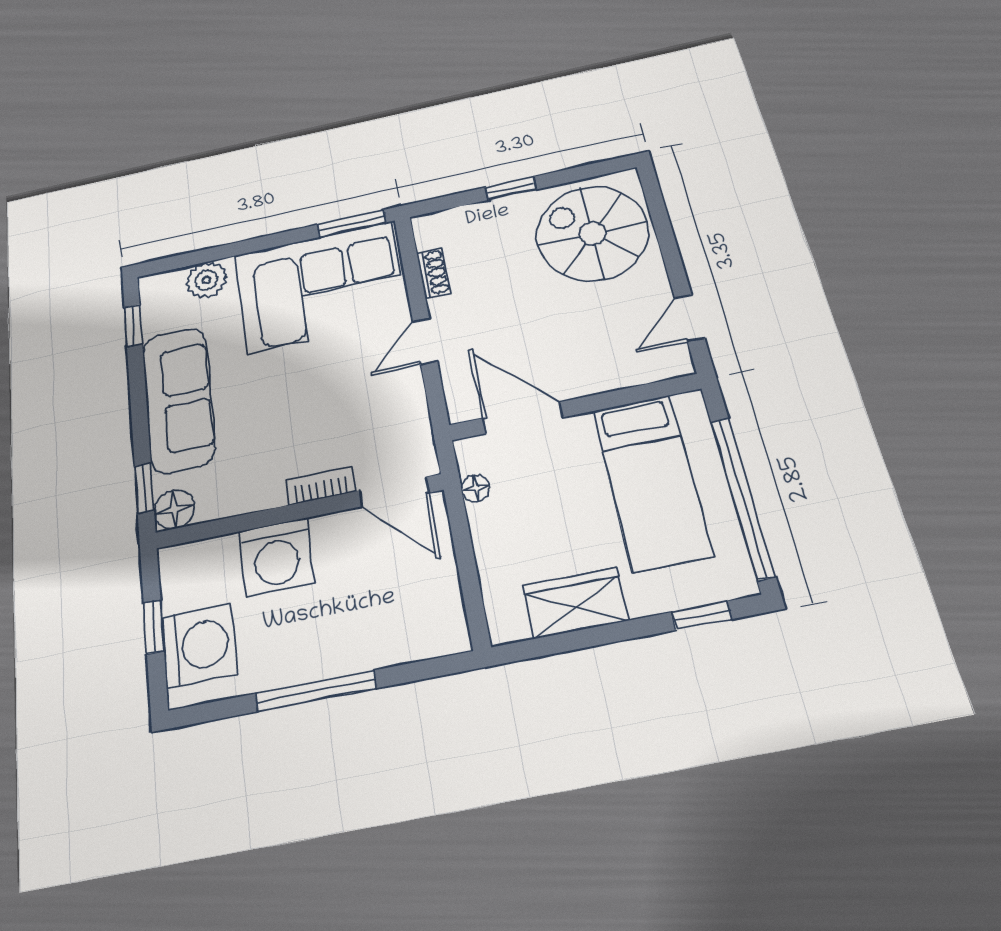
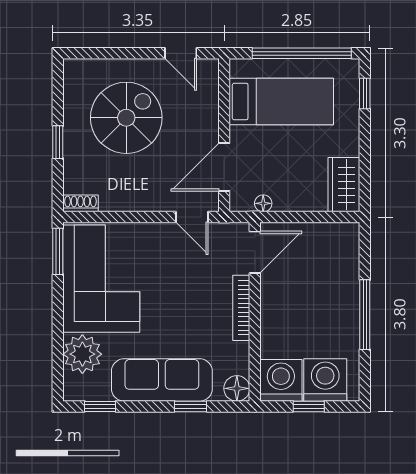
spiral stairs: (592, 234) -> (126, 118), moved, turned 180
shoe rack: (434, 273) -> (80, 203), moved
plant: (206, 280) -> (82, 354), width x1.36, depth x1.36
door: (425, 341) -> (192, 217), moved
bookcase: (320, 486) -> (241, 308), width x1.56
window: (144, 488) -> (191, 406), moved
washing machine: (277, 557) -> (281, 380), moved, turned -90
wardrobe: (575, 603) -> (344, 185), moved

